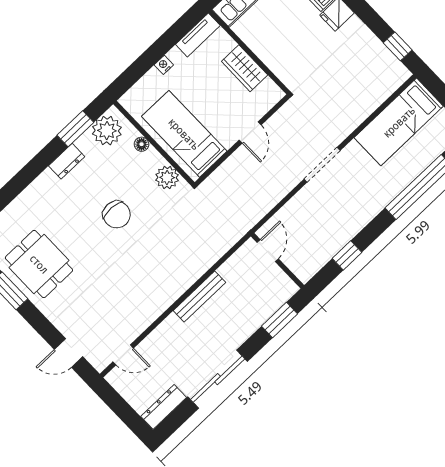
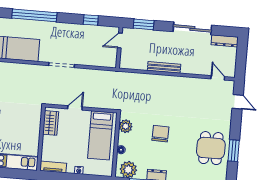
wardrobe: (245, 68) -> (51, 123), moved
door: (268, 251) -> (120, 40), moved

